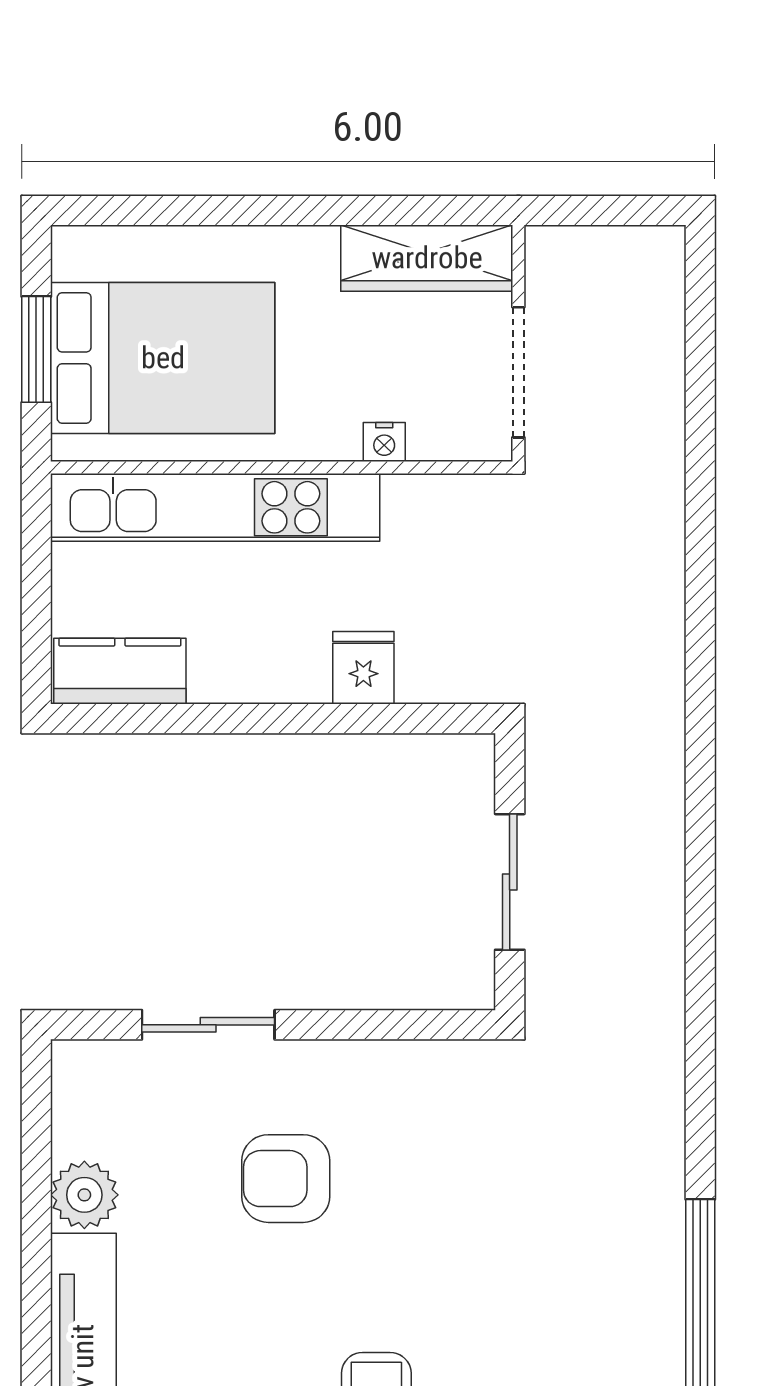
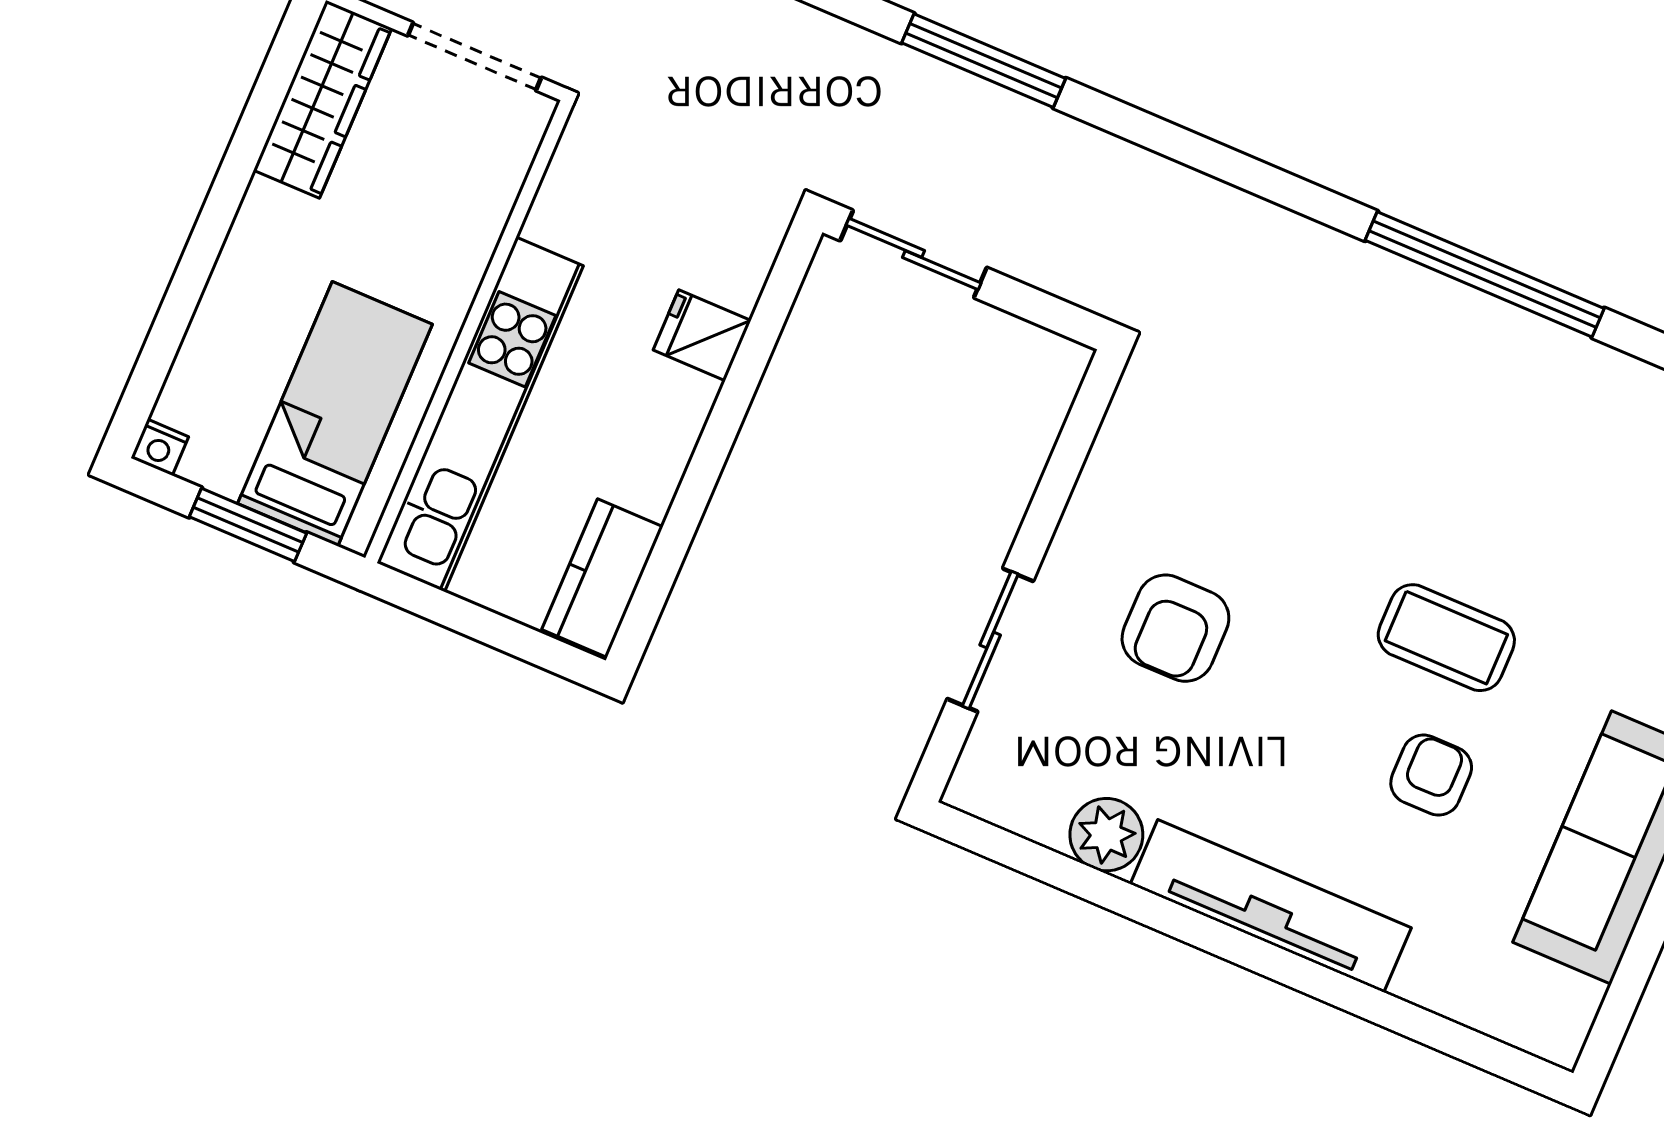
bed: (163, 358) -> (335, 414), width x0.67
nightstand: (384, 442) -> (160, 447), moved, turned 90
window: (700, 808) -> (984, 61), added
sliding door: (510, 882) -> (914, 254), moved

